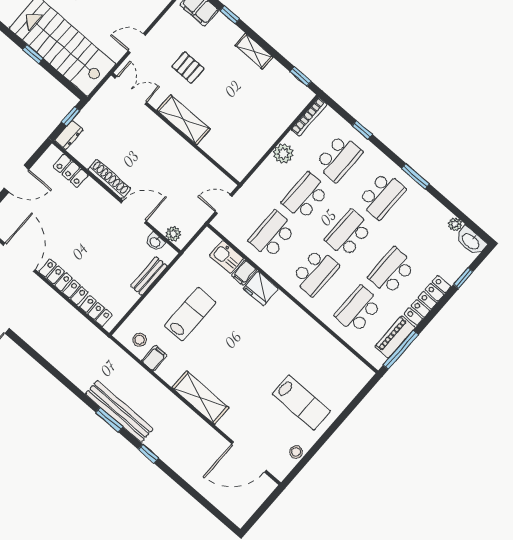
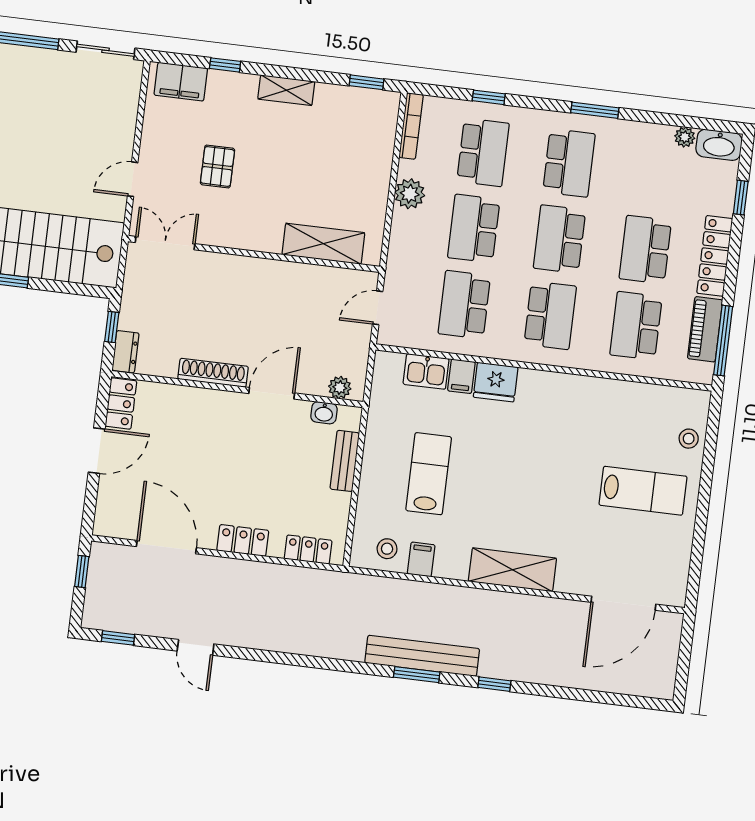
pallet: (188, 68) -> (218, 166), turned 90
shelving: (184, 120) -> (323, 244), moved
locker: (71, 171) -> (121, 403), moved, turned -90
locker: (64, 282) -> (243, 540), width x0.66
stool: (296, 452) -> (689, 439), moved

